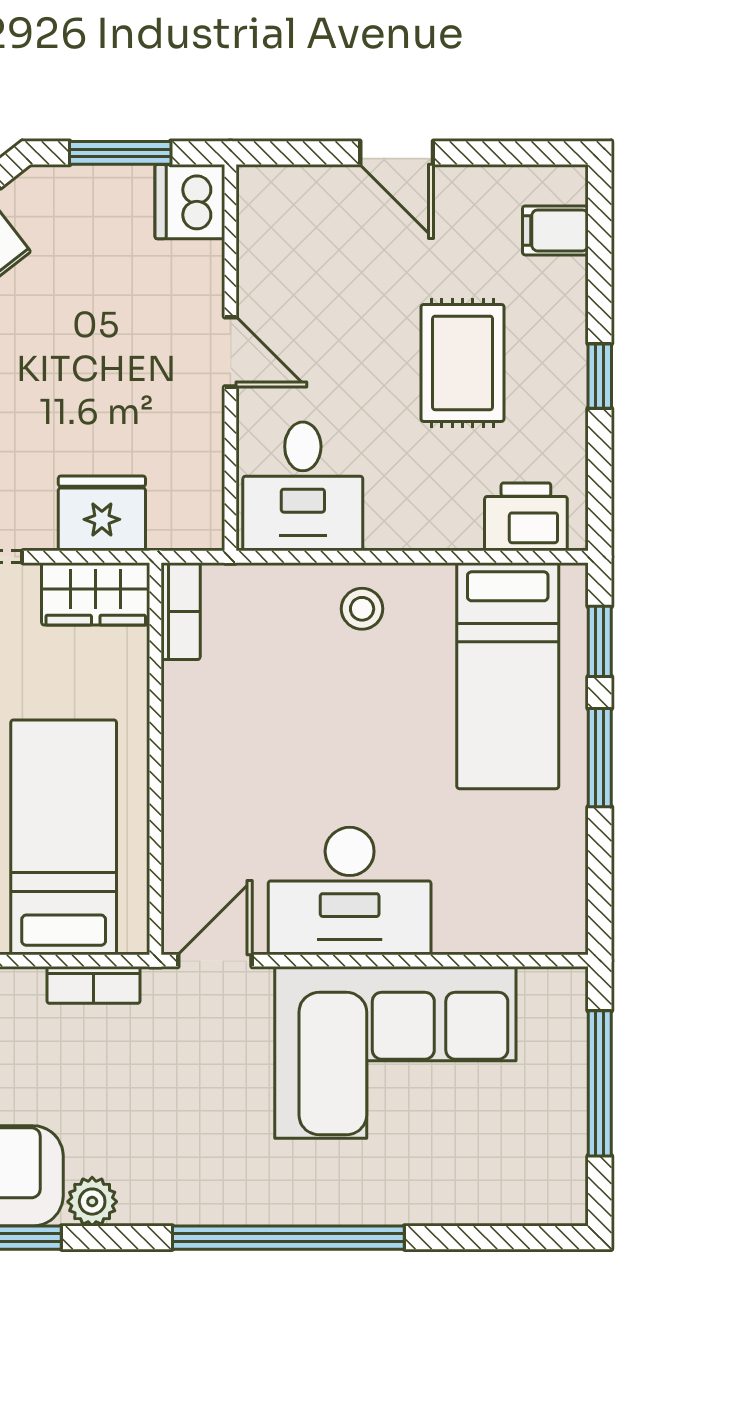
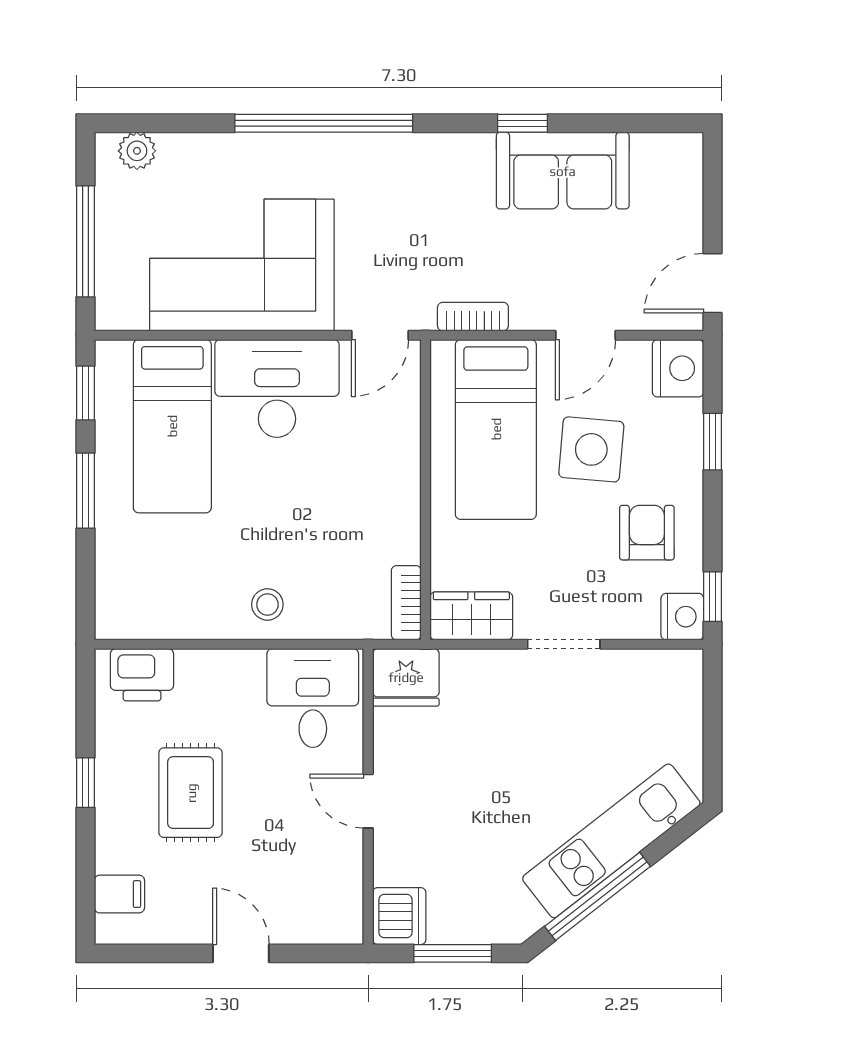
fridge: (102, 513) -> (406, 677), moved
window: (600, 641) -> (86, 393), moved
bed: (508, 676) -> (172, 426), moved, turned 180
plant: (92, 1202) -> (137, 151), moved

